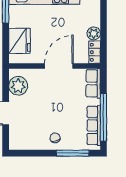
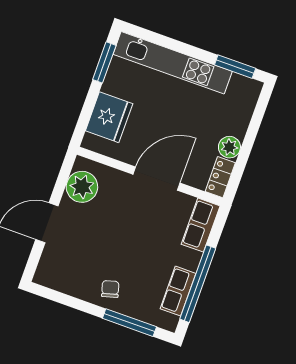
row of seats: (94, 125) -> (178, 291), width x0.68

